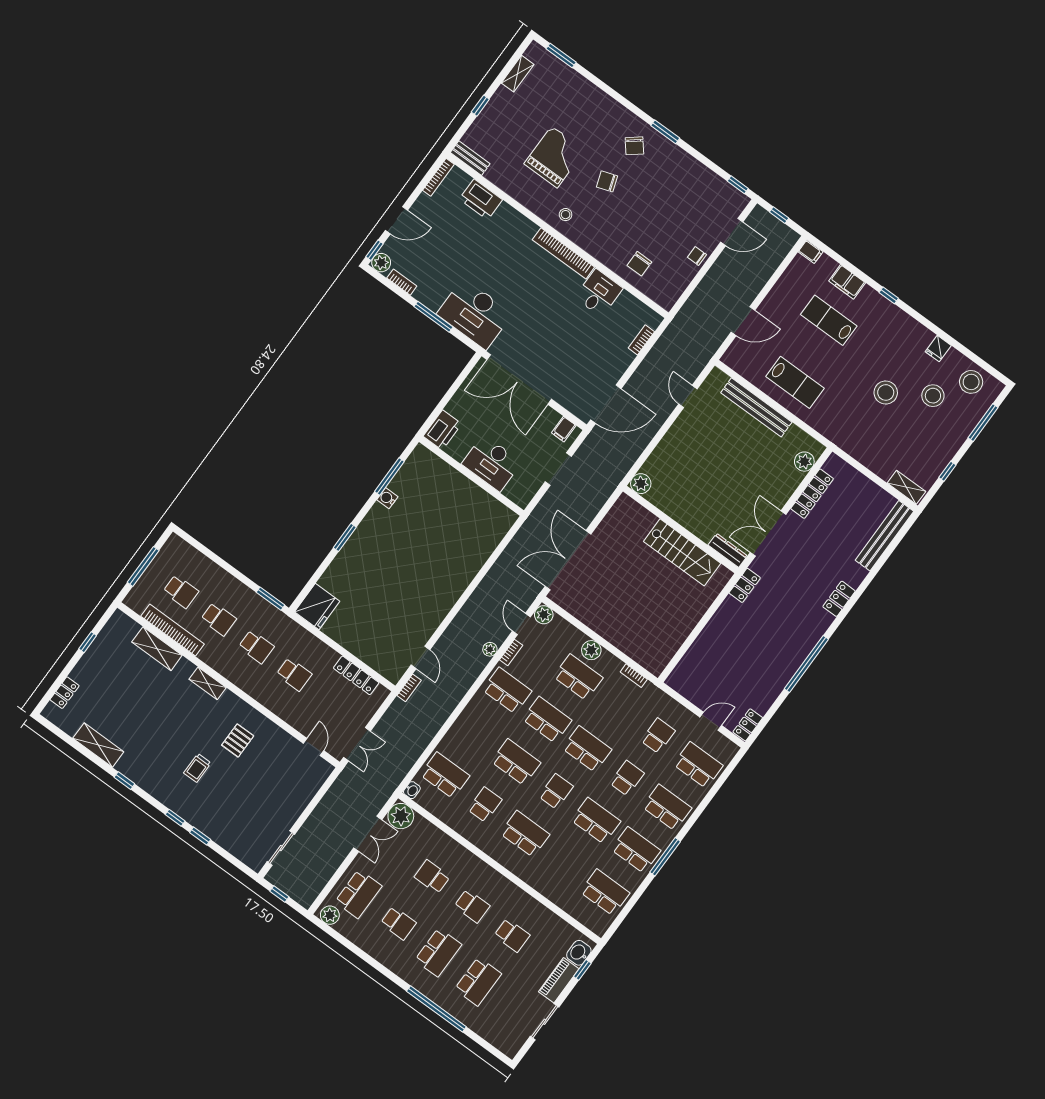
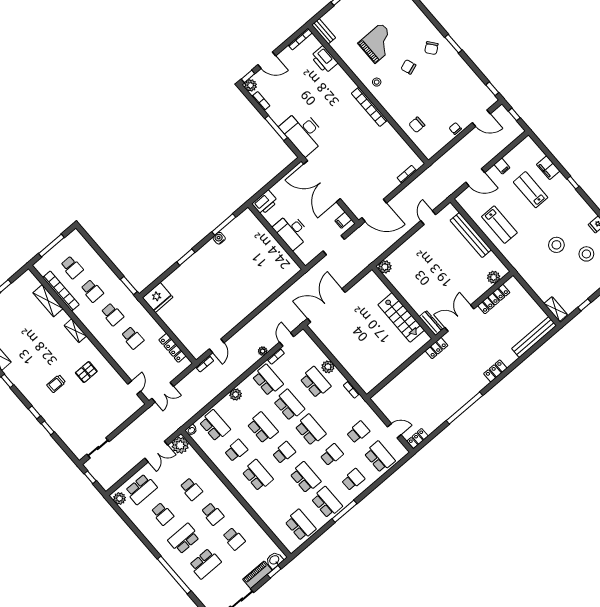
filing cabinet: (811, 252) -> (502, 166), moved
desk: (599, 293) -> (386, 137), removed
plant: (544, 615) -> (236, 394), moved
school desk: (667, 807) -> (353, 480), width x0.54
school desk: (432, 877) -> (191, 489), turned 180
school desk: (438, 952) -> (184, 539), turned 180

